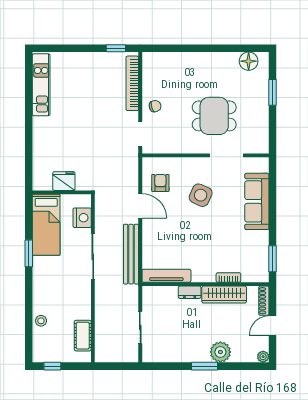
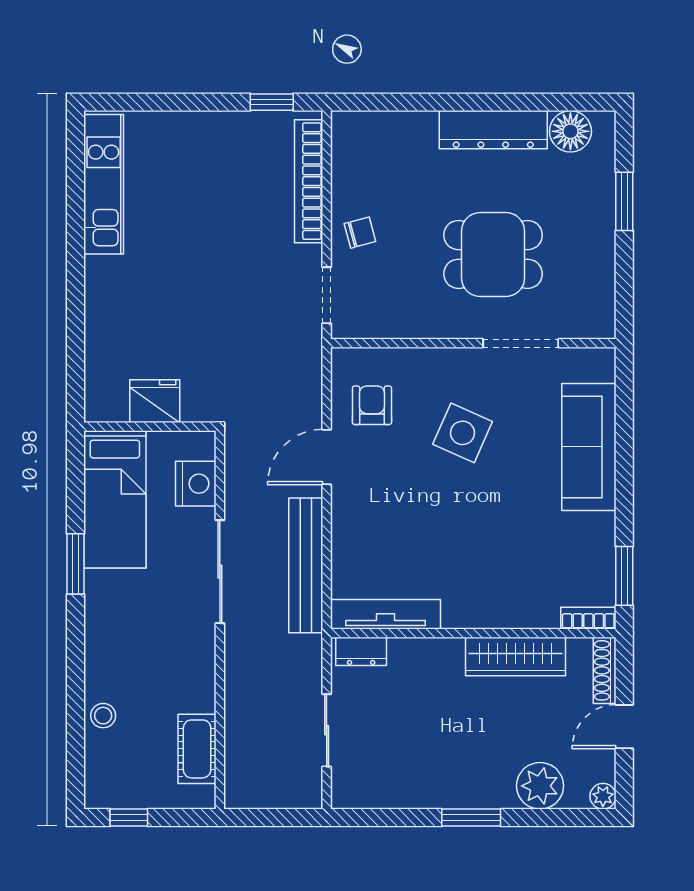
dresser: (214, 60) -> (493, 130), added
door: (140, 206) -> (327, 457), swing flipped
bookcase: (228, 278) -> (588, 618), moved
dresser: (190, 292) -> (361, 651), moved
plant: (220, 352) -> (540, 786), moved

